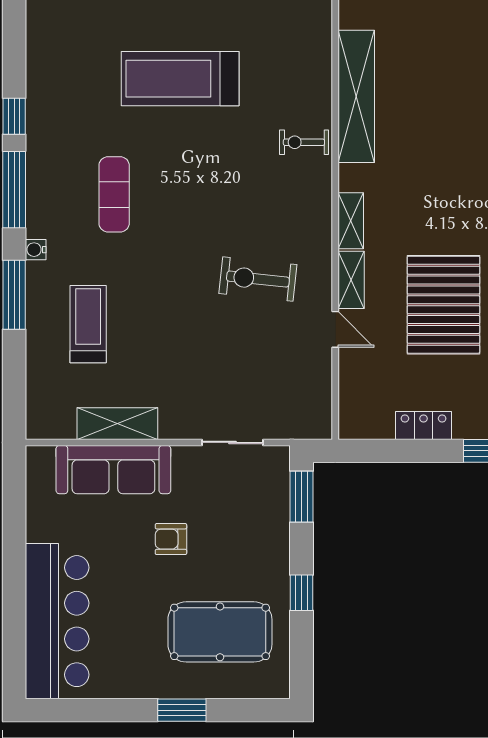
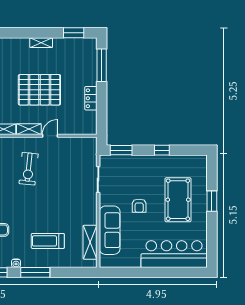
shelving: (117, 424) -> (90, 242), moved
pool table: (220, 632) -> (178, 200), moved

